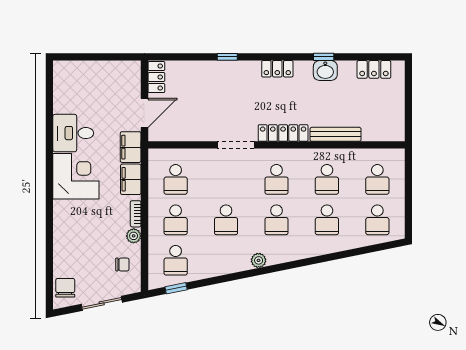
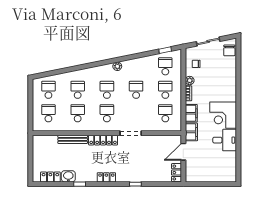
washbasin: (325, 71) -> (68, 176), moved

